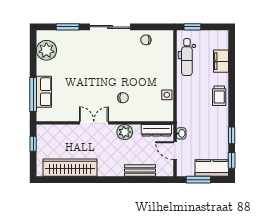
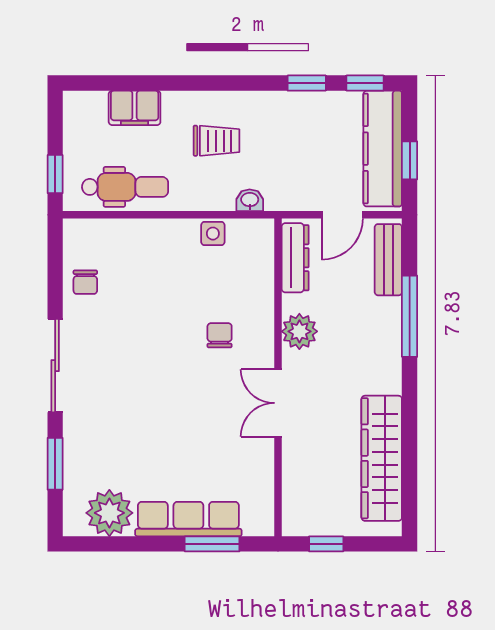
row of seats: (44, 92) -> (188, 519), width x1.48
window: (33, 95) -> (212, 544), width x0.69
trolley: (219, 96) -> (216, 141), moved
washbasin: (181, 133) -> (250, 200), moved
kitchen counter: (212, 168) -> (383, 149), width x1.50
bench: (140, 170) -> (388, 260), moved
window: (131, 180) -> (410, 316), added
window: (198, 180) -> (410, 160), width x0.67

